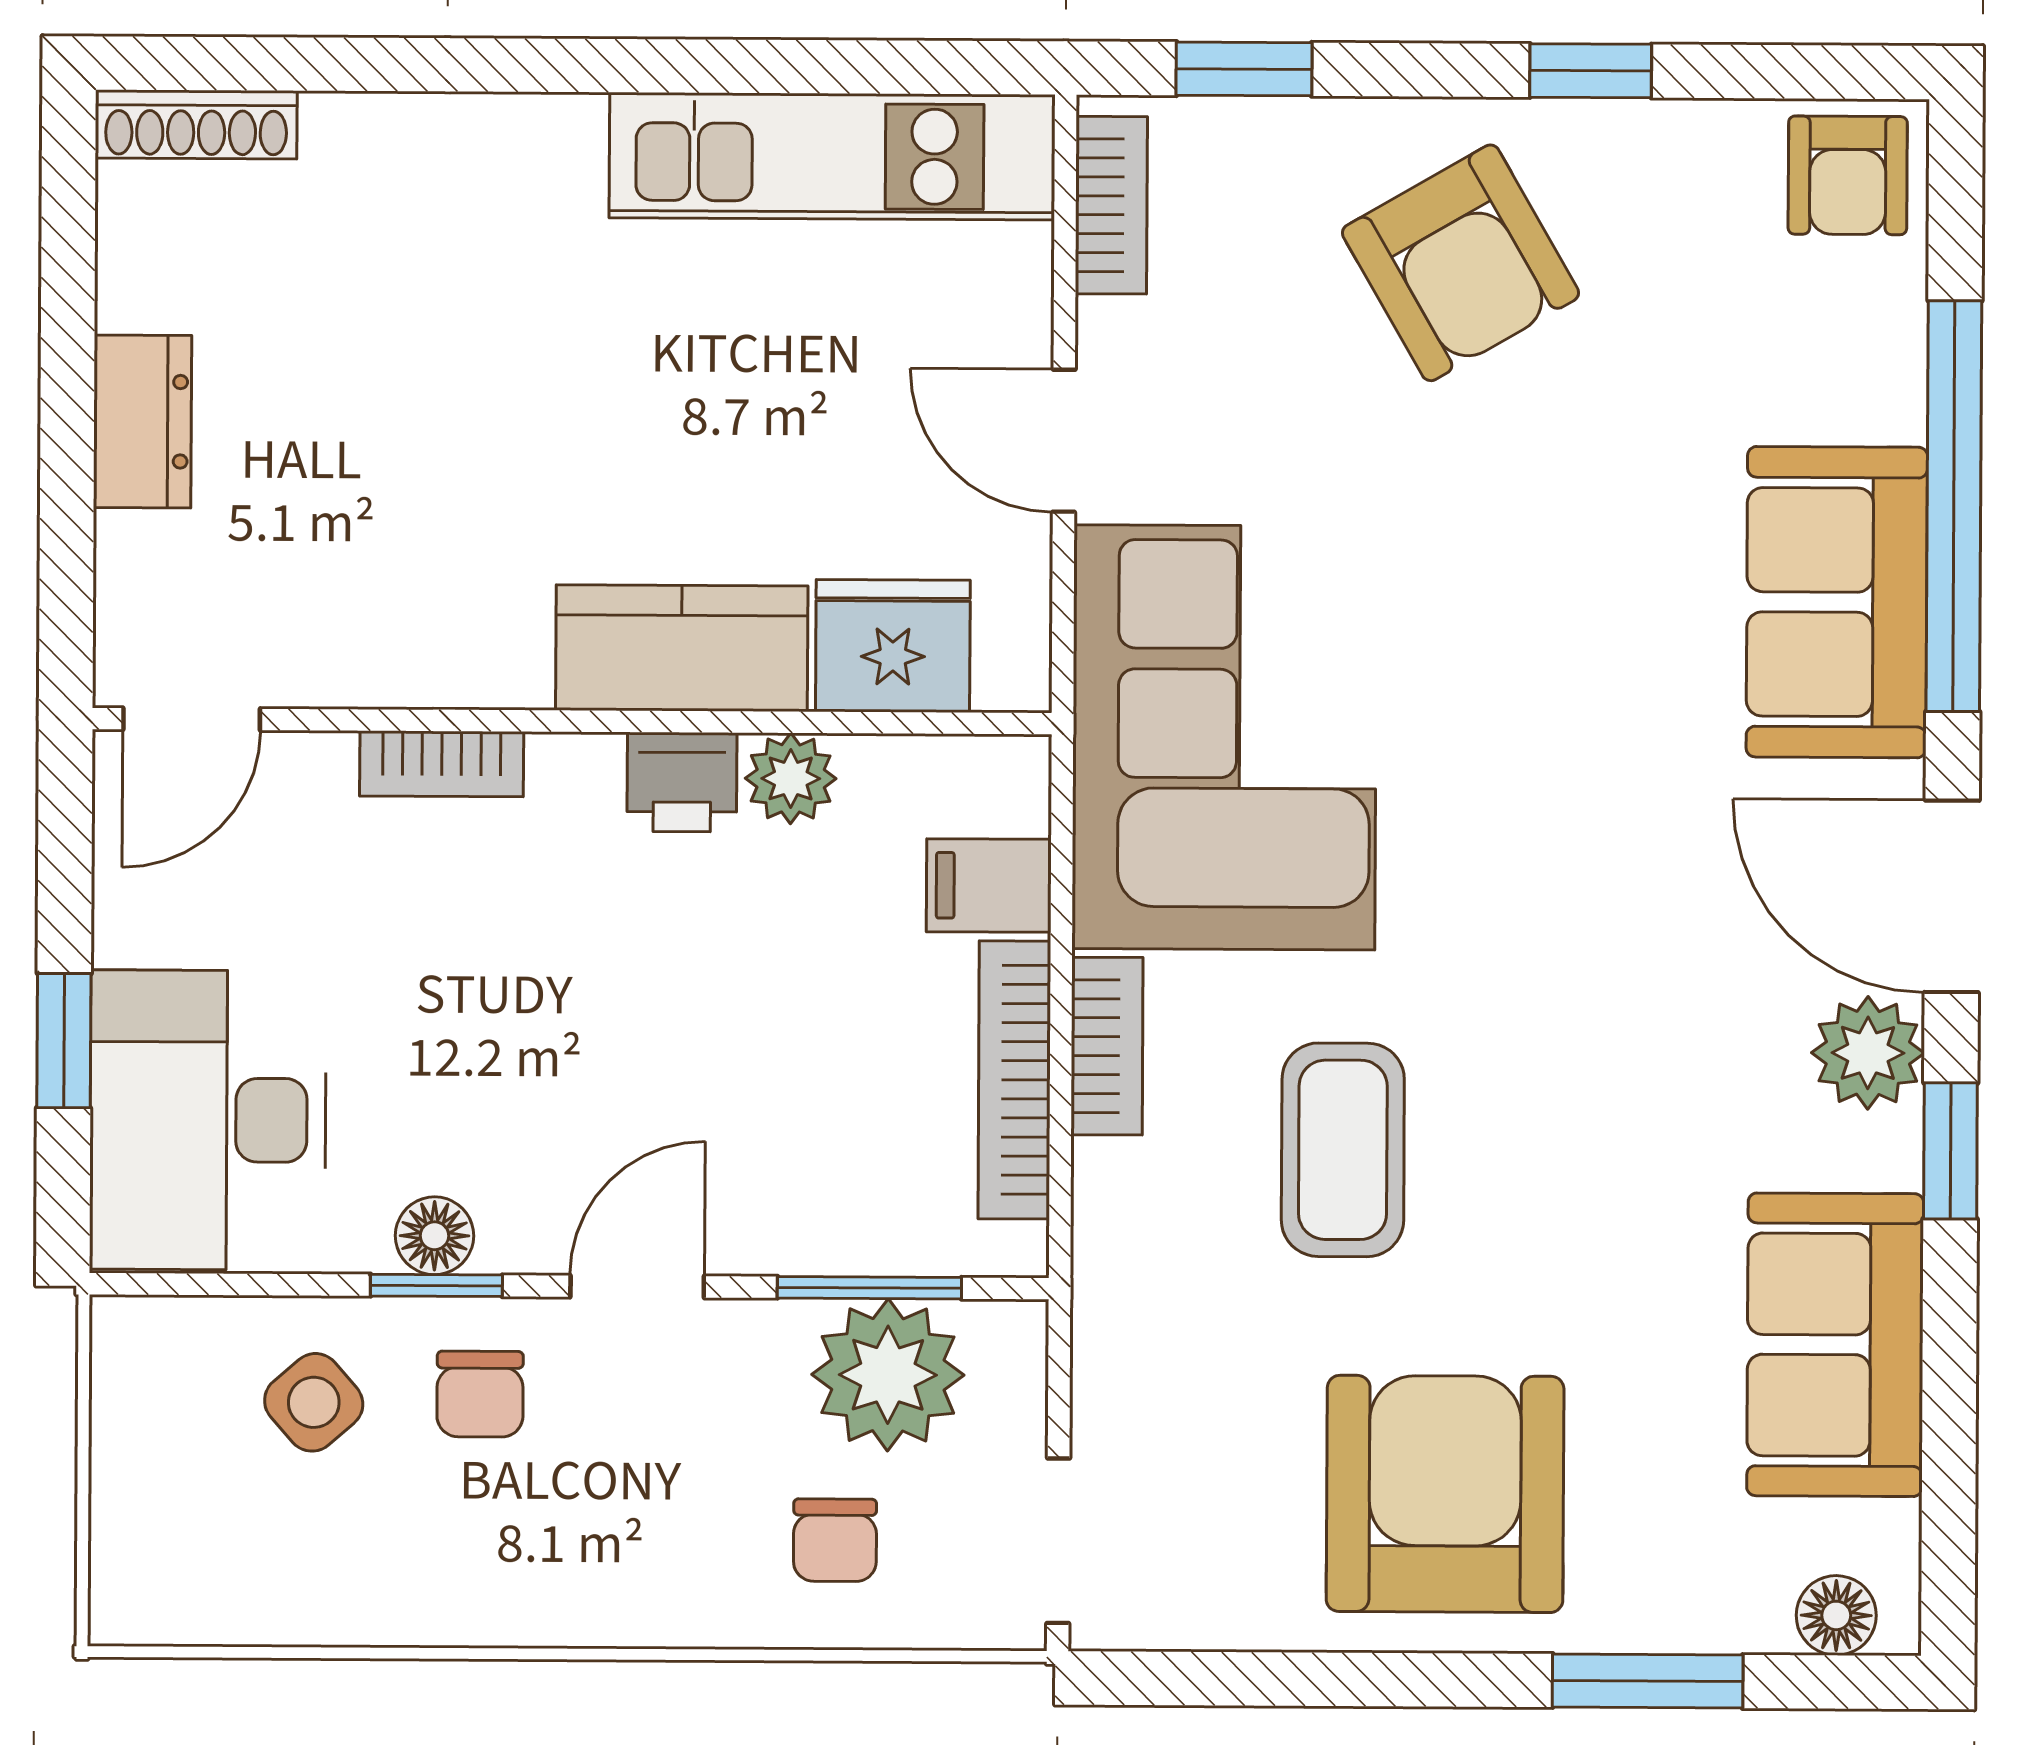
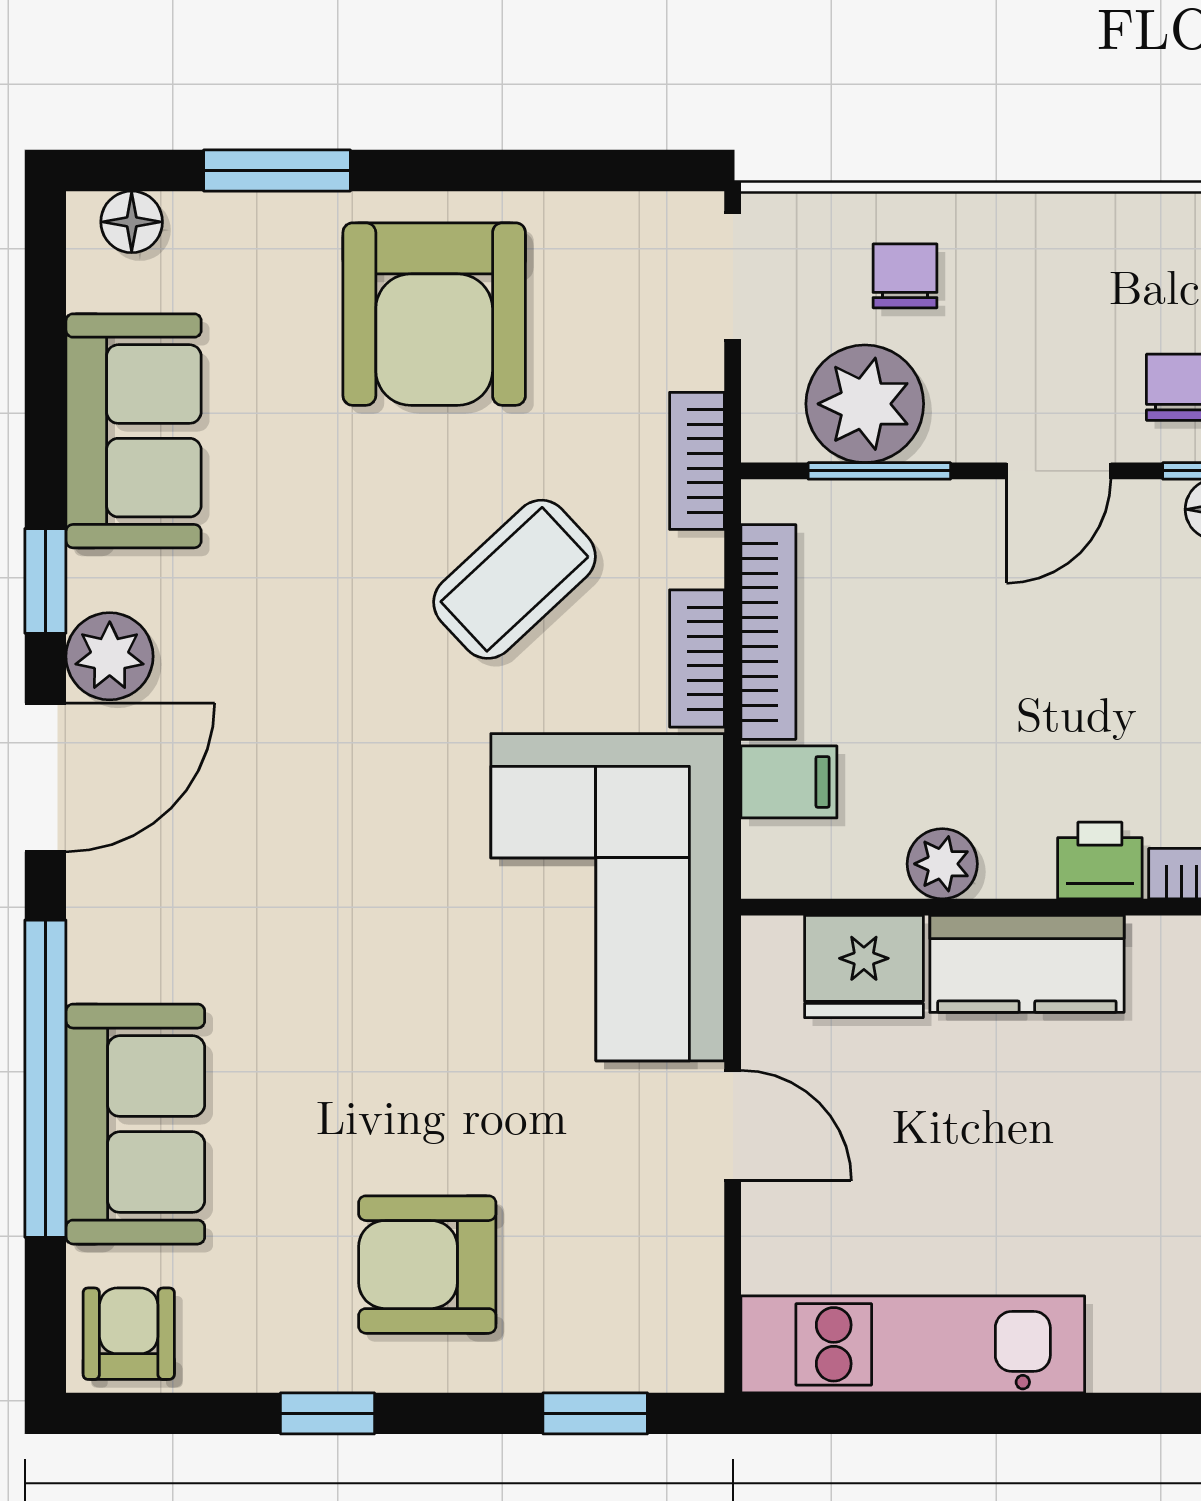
bookcase: (1111, 205) -> (697, 461), moved
armchair: (1460, 263) -> (427, 1265), turned -60
sofa: (1837, 602) -> (135, 1124), moved
printer: (682, 782) -> (1100, 861), moved
door: (1952, 896) -> (45, 777), hinge flipped
coffee table: (1343, 1150) -> (515, 579), turned 47

